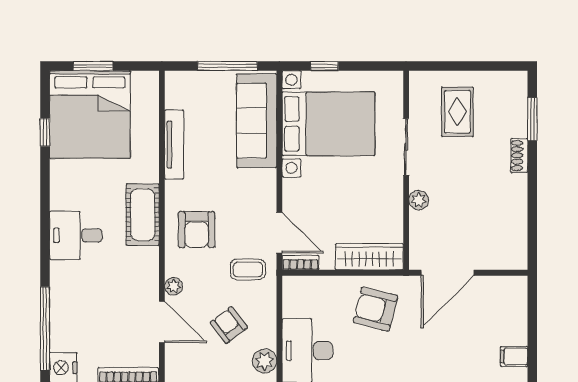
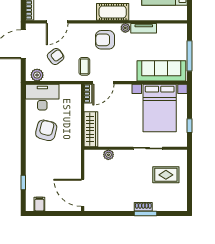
window: (324, 66) -> (190, 126), moved
window: (532, 119) -> (145, 213), moved
tv unit: (174, 145) -> (144, 28), width x0.71
plant: (419, 200) -> (108, 155), moved
door: (448, 273) -> (83, 193), moved
plant: (174, 286) -> (125, 28), moved
armchair: (375, 309) -> (46, 130), moved

